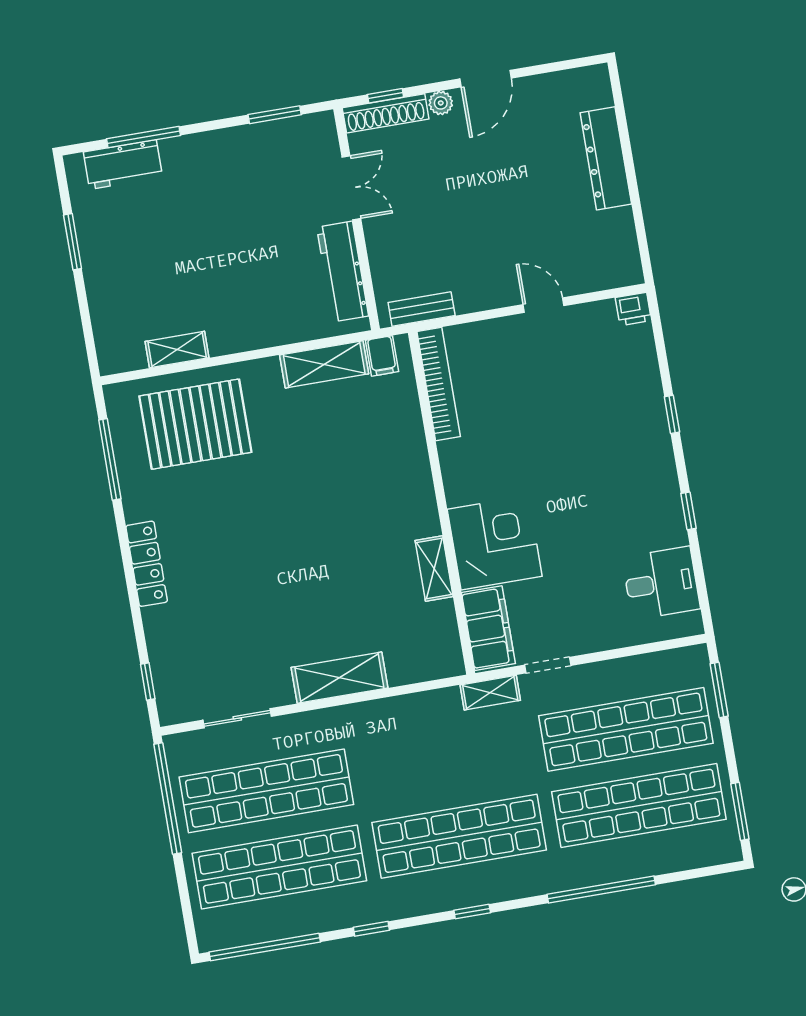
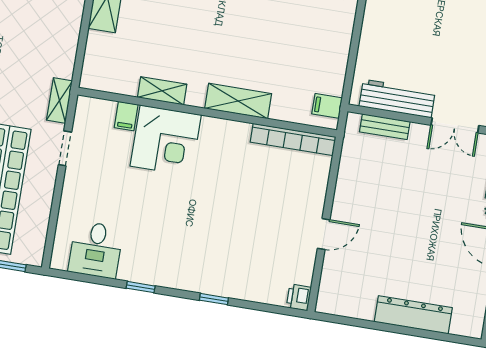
bench: (422, 309) -> (385, 127), moved, turned 90
shelving: (324, 364) -> (238, 101), moved, turned 90
filing cabinet: (488, 628) -> (126, 116), width x0.33, depth x0.86

